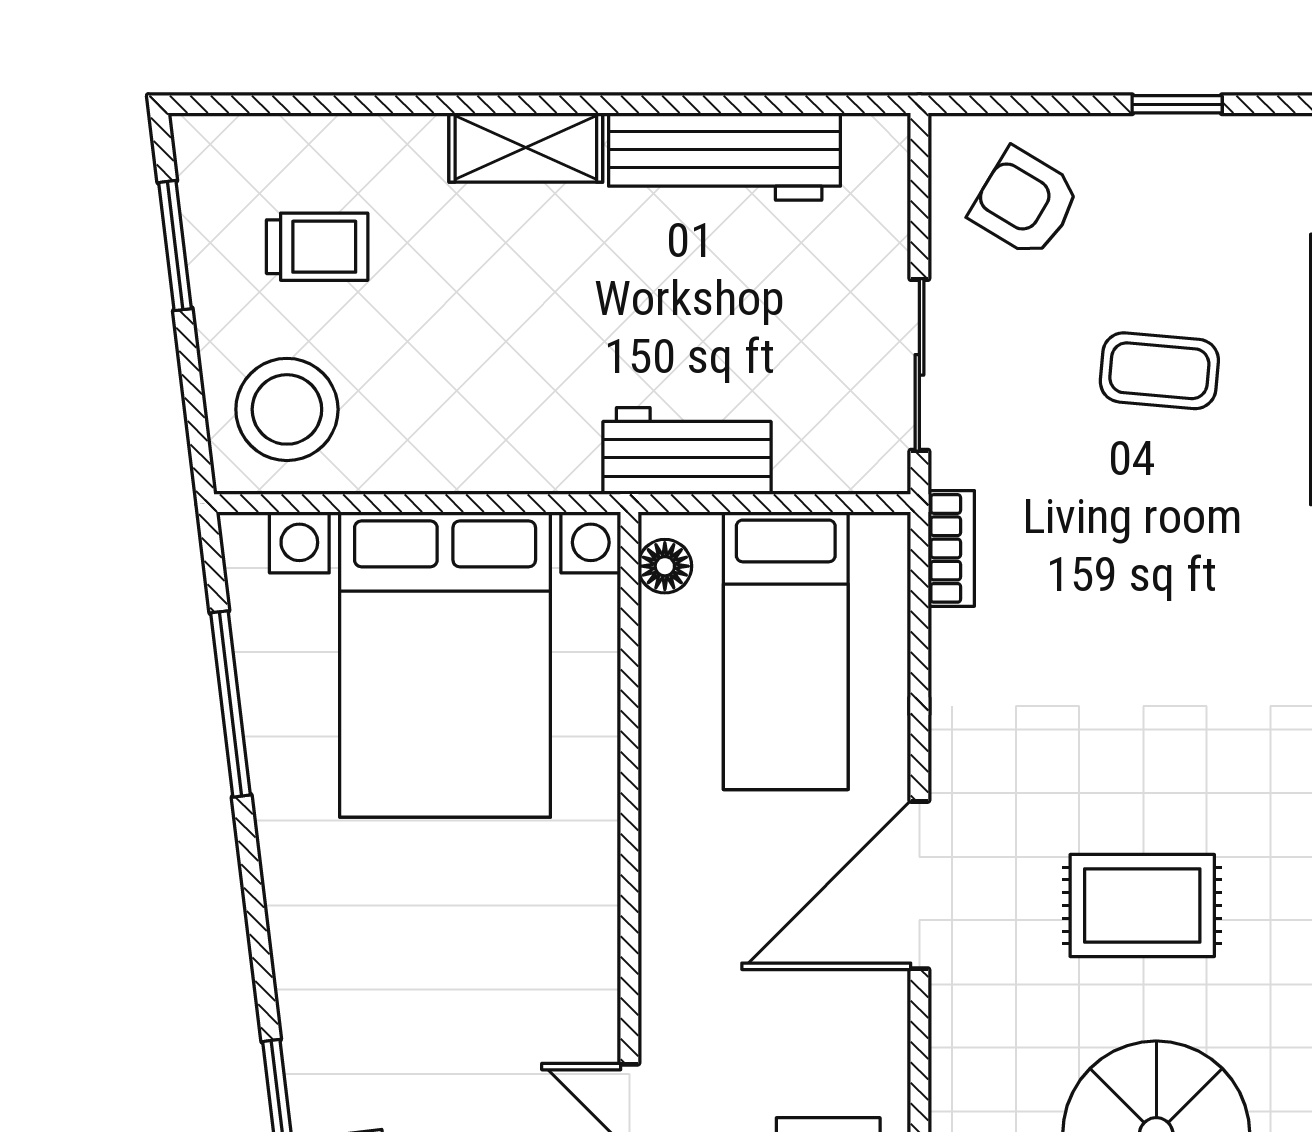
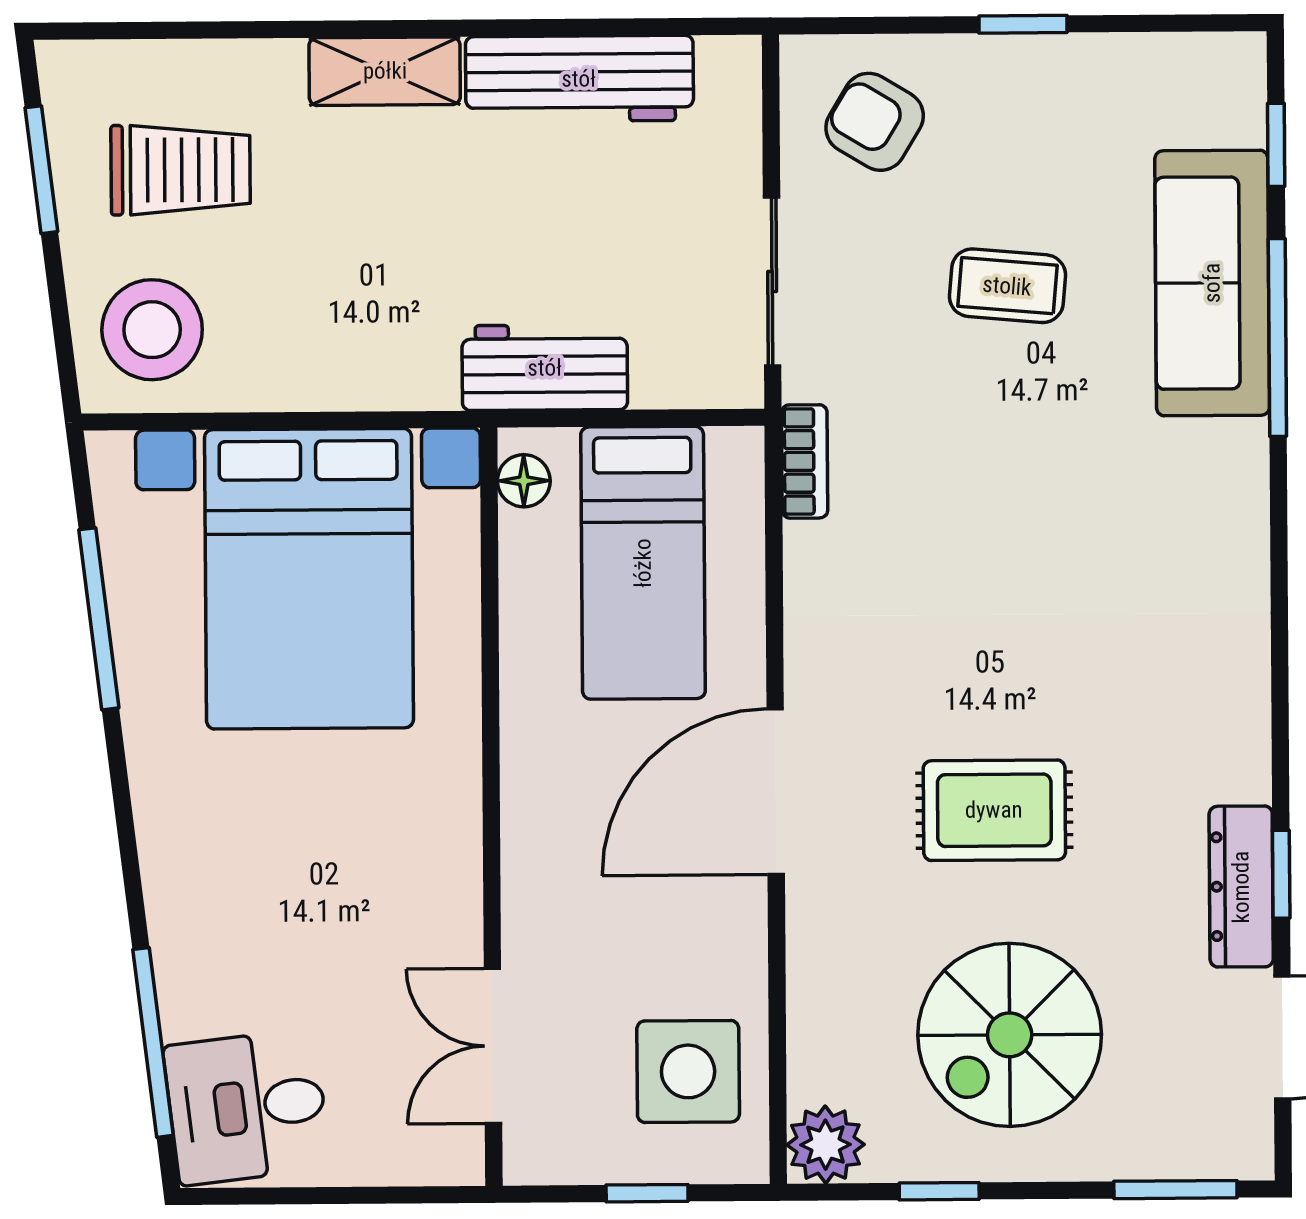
trolley: (317, 247) -> (181, 170), width x1.36, depth x1.39

